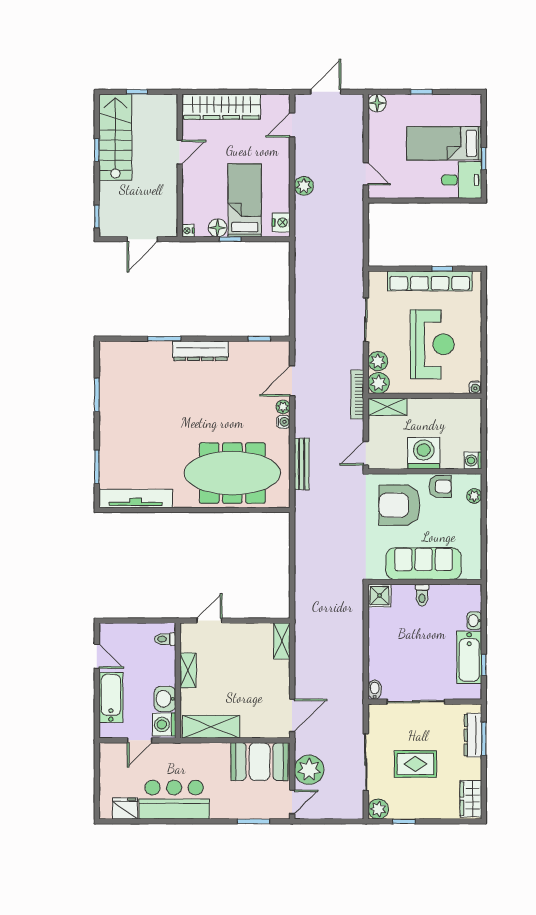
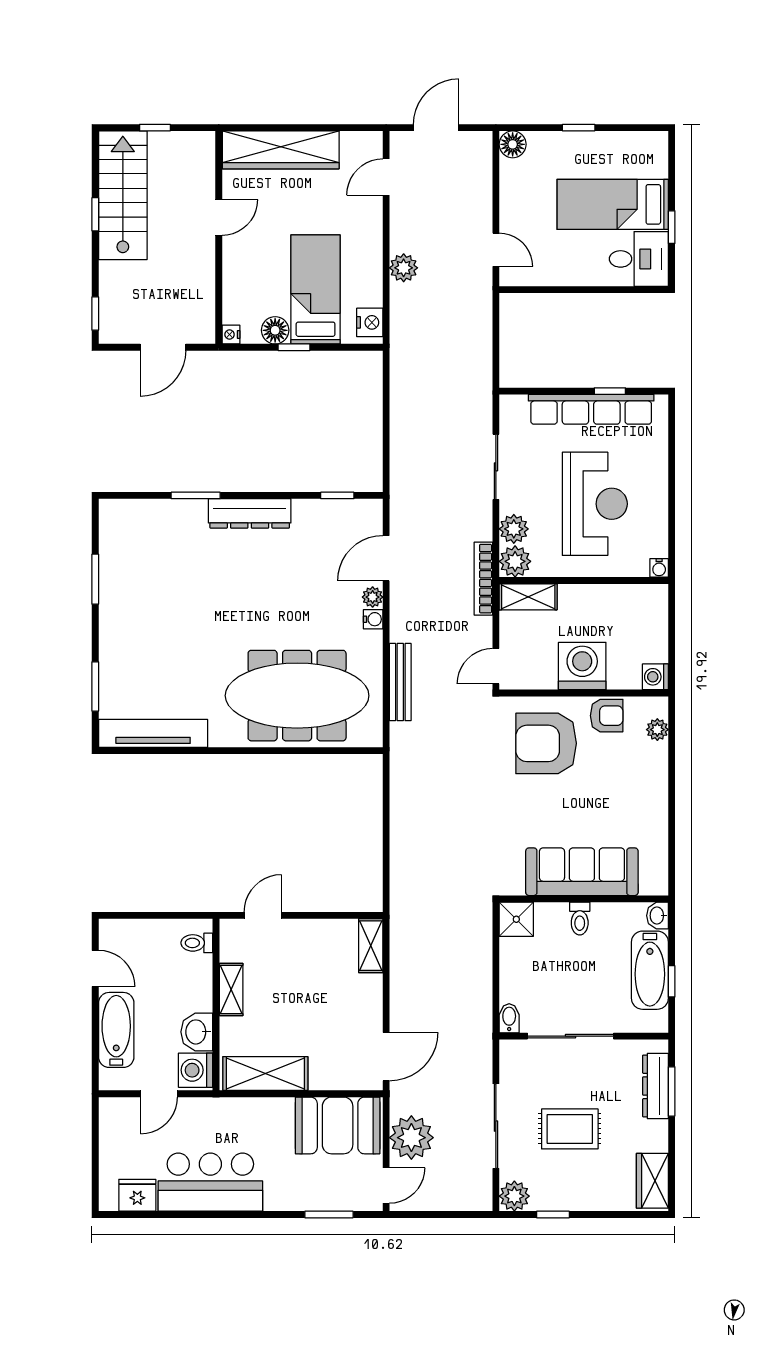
sofa: (424, 564) -> (582, 872), moved
wall: (425, 582) -> (584, 899), moved
toilet: (422, 595) -> (580, 919), moved
shower: (379, 596) -> (516, 919), moved

